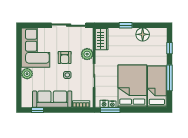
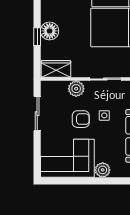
sliding door: (69, 25) -> (37, 114), width x0.73
floor lamp: (143, 34) -> (50, 31), moved

